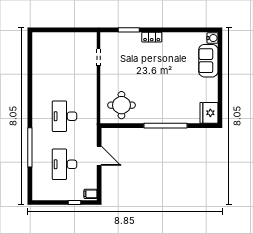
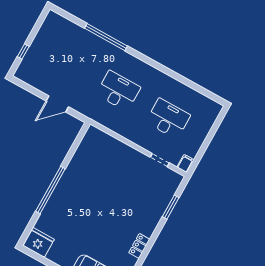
locker: (152, 37) -> (139, 246), moved
round table: (121, 105) -> (97, 156), removed
desk: (64, 164) -> (168, 119), moved
filing cabinet: (91, 194) -> (185, 164), moved

